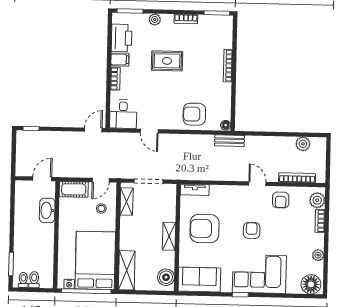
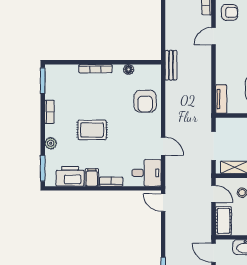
rug: (167, 61) -> (92, 130), turned 90
floor lamp: (226, 125) -> (129, 69), moved
door: (149, 131) -> (163, 146), hinge flipped

